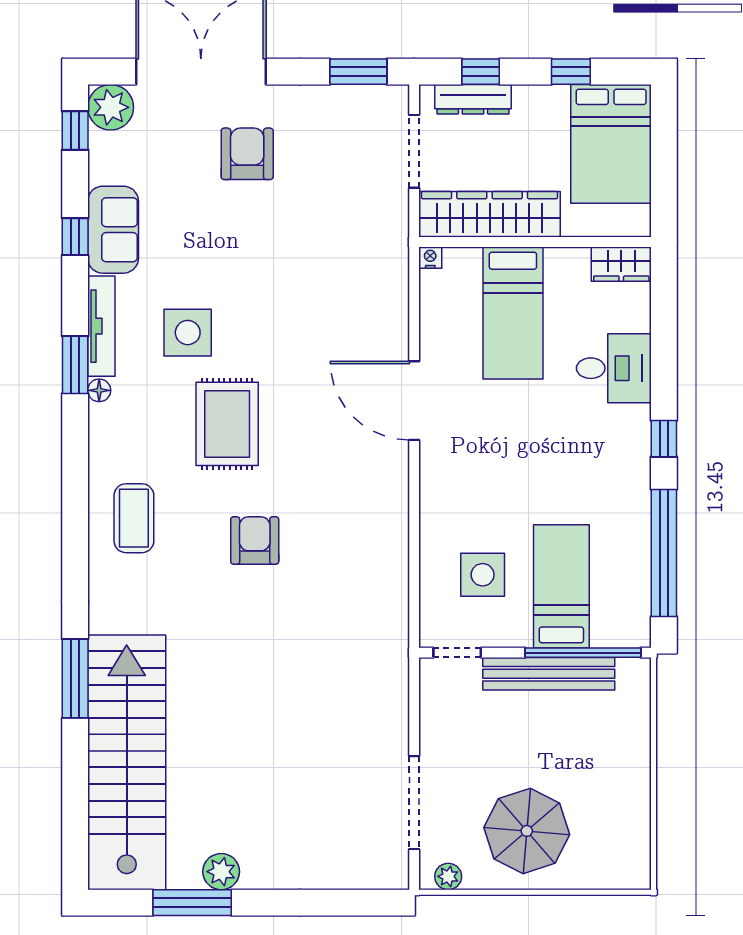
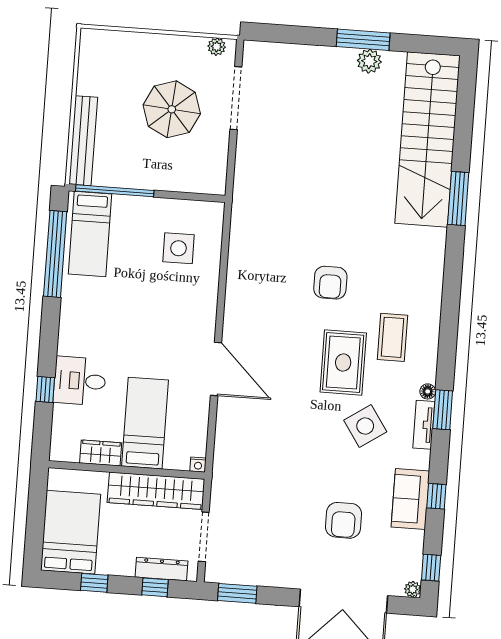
plant: (111, 107) -> (413, 589), width x0.53, depth x0.53
armchair: (247, 154) -> (343, 520), moved
wardrobe: (621, 264) -> (101, 453), moved
tv unit: (101, 326) -> (424, 425), width x0.71
side table: (188, 333) -> (365, 426), turned -34
window: (664, 439) -> (45, 389), moved
coffee table: (134, 518) -> (392, 337), moved
bed: (561, 586) -> (90, 234), moved
doorway: (457, 653) -> (200, 197), removed
bench: (549, 674) -> (83, 141), moved, turned 90
parasol: (527, 831) -> (172, 109), moved
window: (192, 903) -> (363, 40), moved

